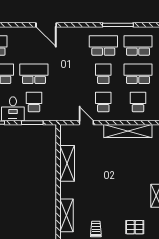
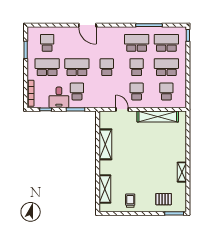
school desk: (69, 74) -> (107, 67), added

